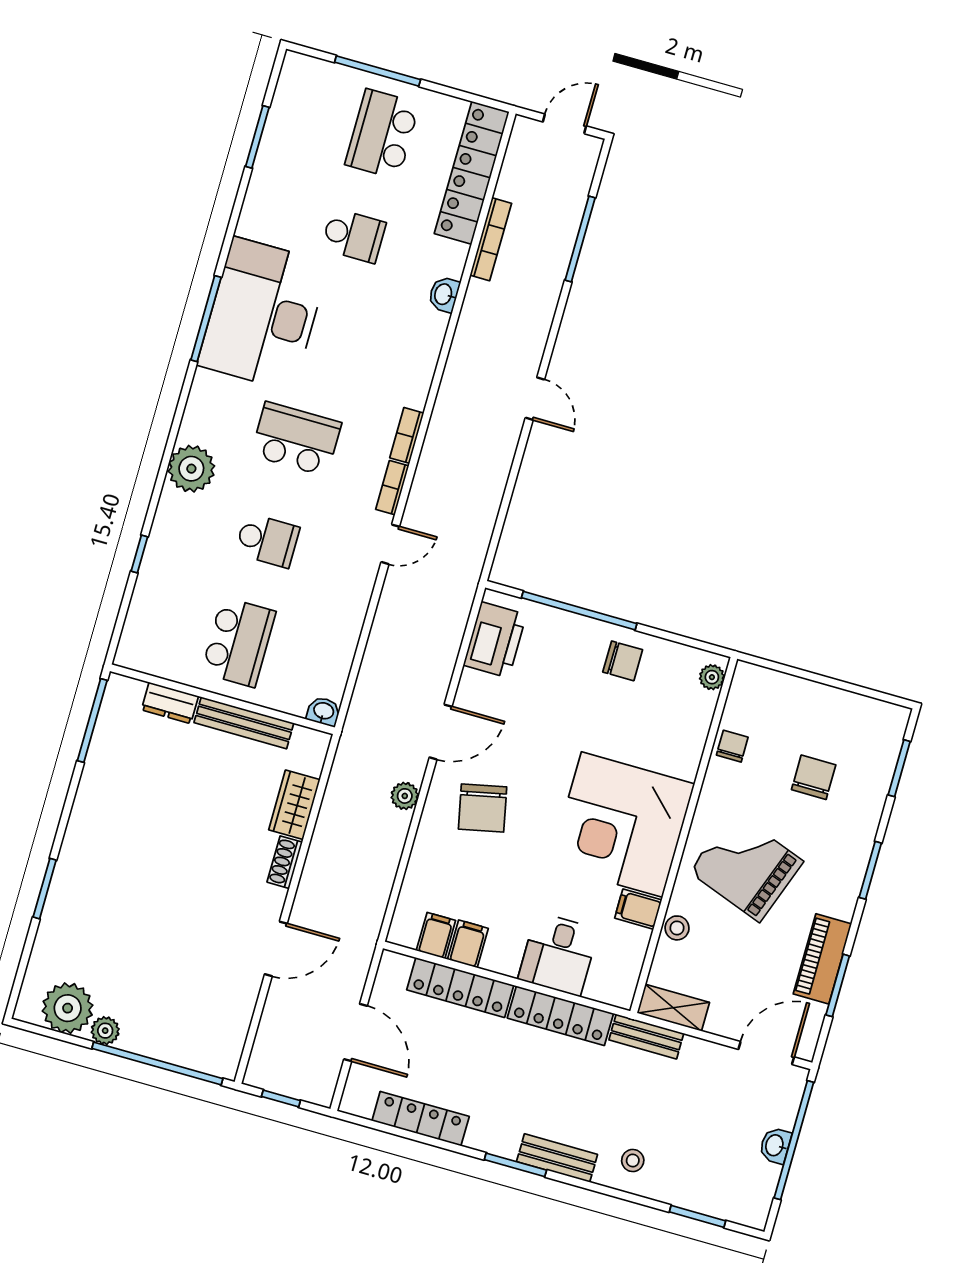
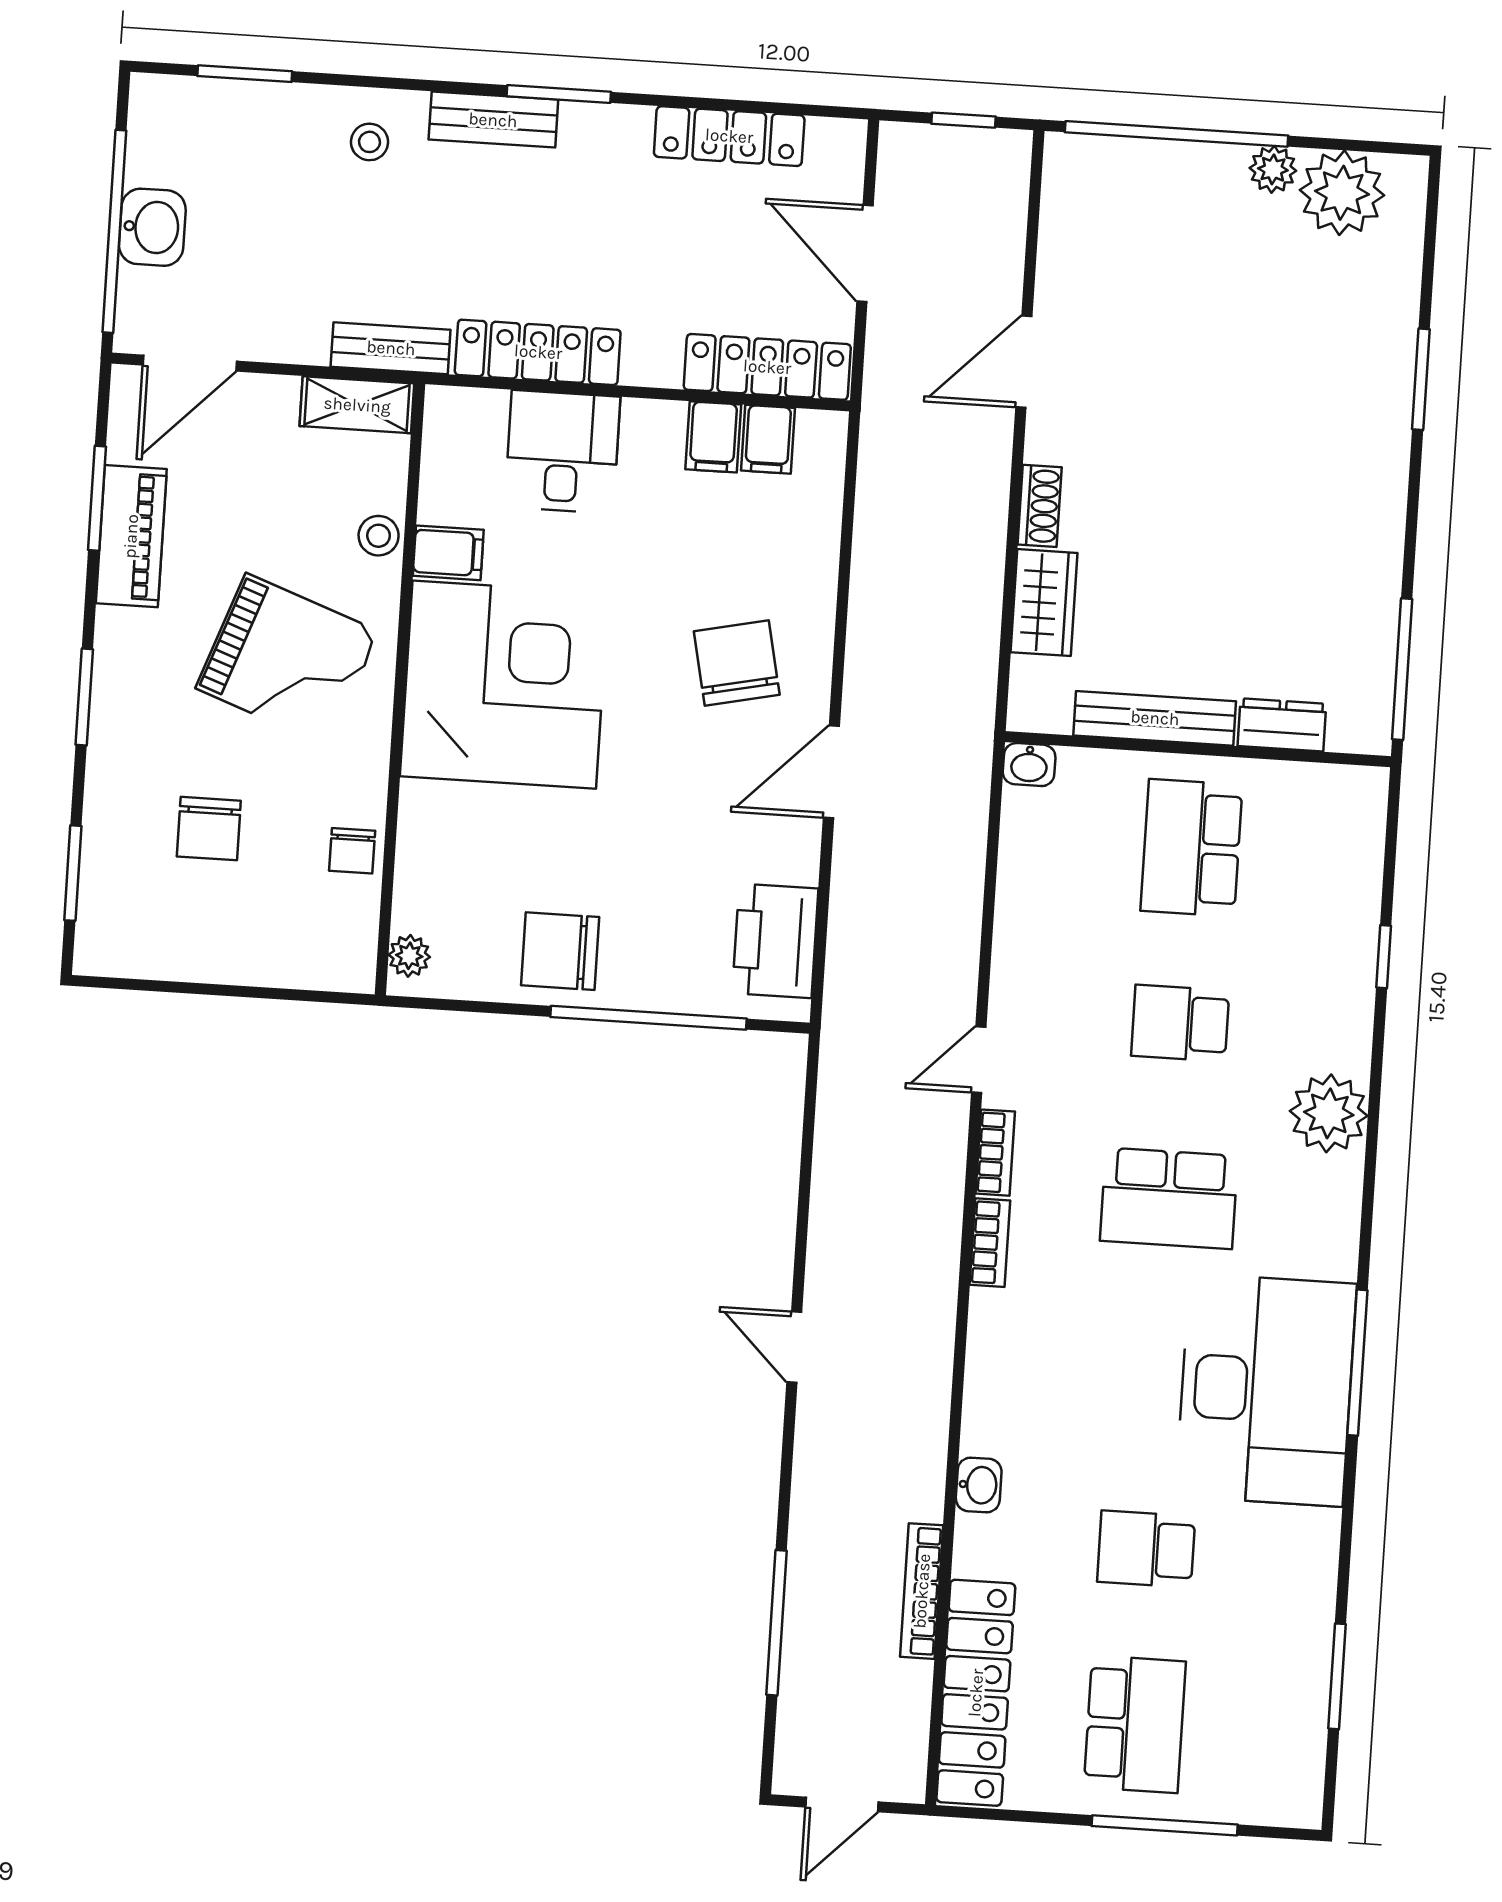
chair: (623, 661) -> (560, 951), width x1.37, depth x1.37
plant: (405, 796) -> (867, 655), removed
locker: (460, 987) -> (767, 367), moved
washbasin: (775, 1145) -> (152, 227), width x1.38, depth x1.45

